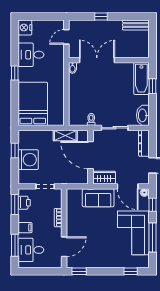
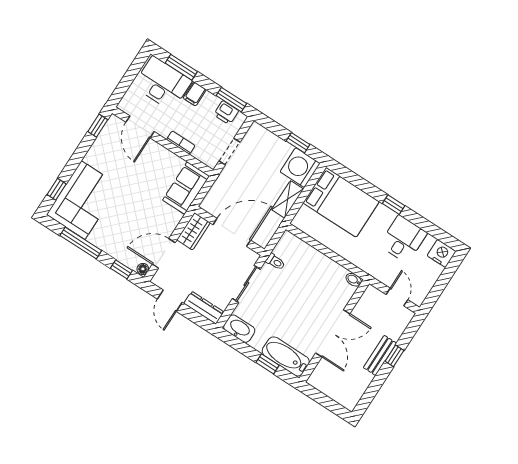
bench: (136, 25) -> (380, 355), moved
double door: (97, 60) -> (333, 333), moved
shelving: (65, 136) -> (288, 199), moved
washing machine: (28, 160) -> (300, 168), moved, turned 90
sofa: (98, 198) -> (186, 188), moved
corner sofa: (133, 233) -> (83, 200), moved, turned 90
desk: (31, 250) -> (163, 83), width x1.37

